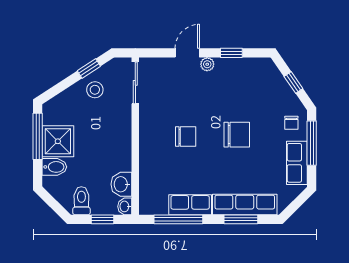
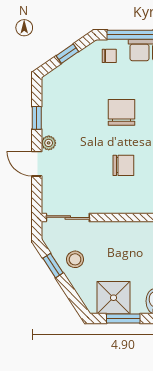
window: (38, 136) -> (123, 319), width x0.69
chair: (186, 136) -> (123, 165), turned 90
shower: (58, 141) -> (113, 298), moved

